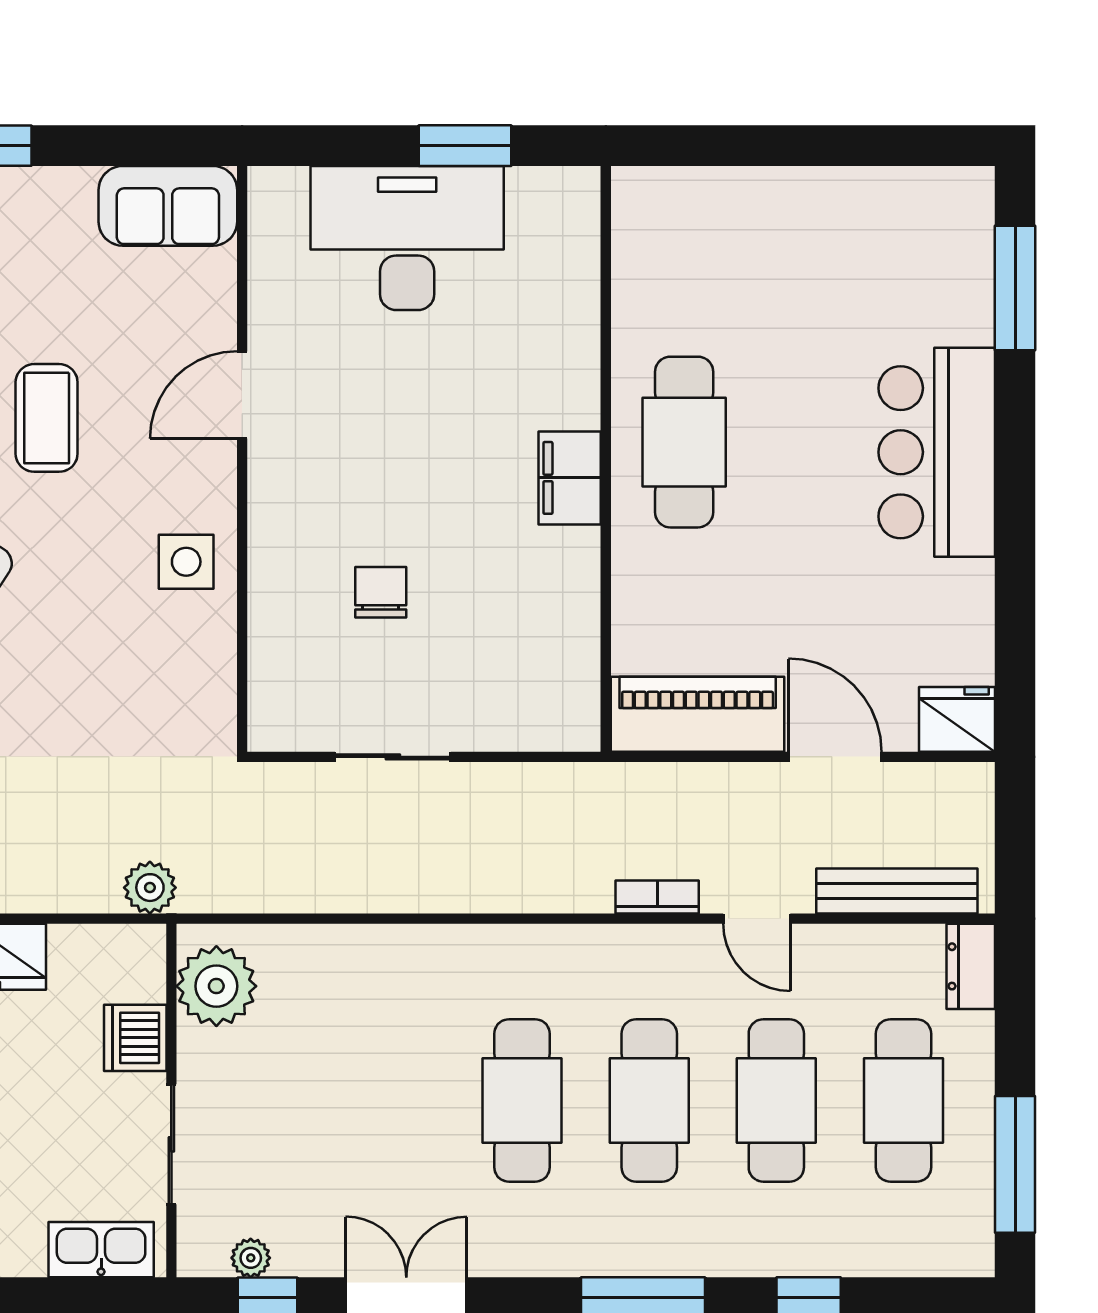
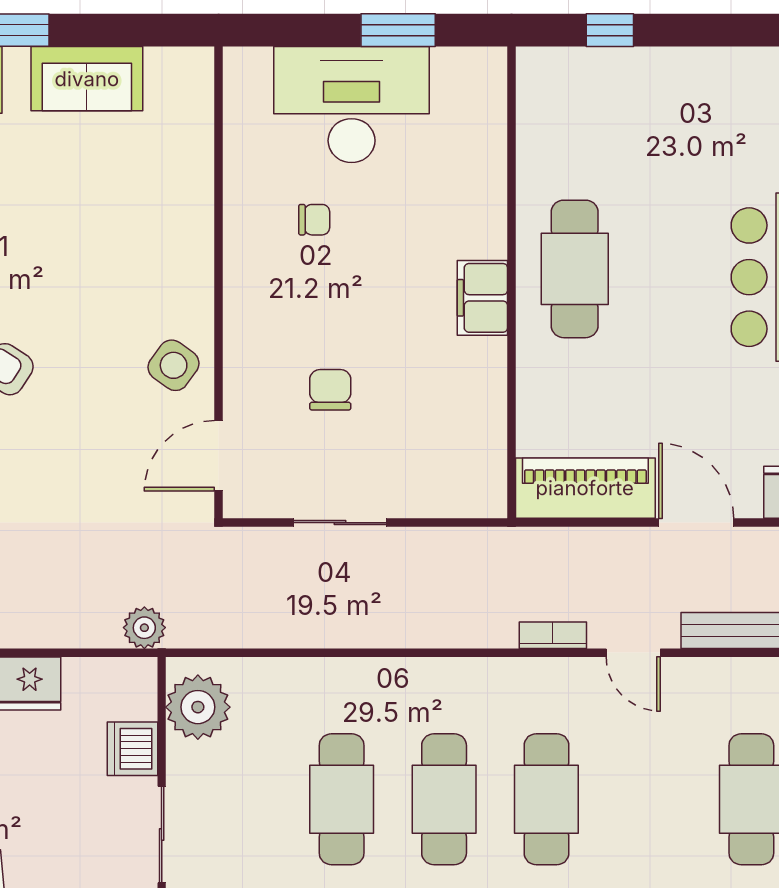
window: (728, 146) -> (610, 30), added
sofa: (168, 206) -> (87, 79), moved
chair: (361, 381) -> (314, 220), added
door: (242, 395) -> (219, 456), moved
coffee table: (47, 418) -> (61, 250), removed
side table: (186, 562) -> (174, 365), turned 36
cafe table: (776, 1100) -> (342, 799), moved

